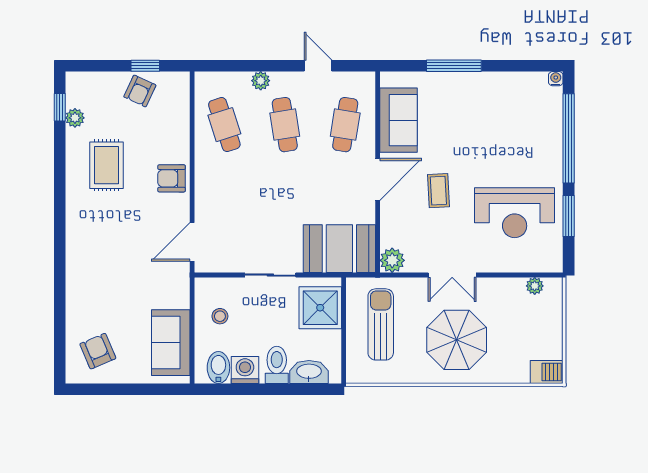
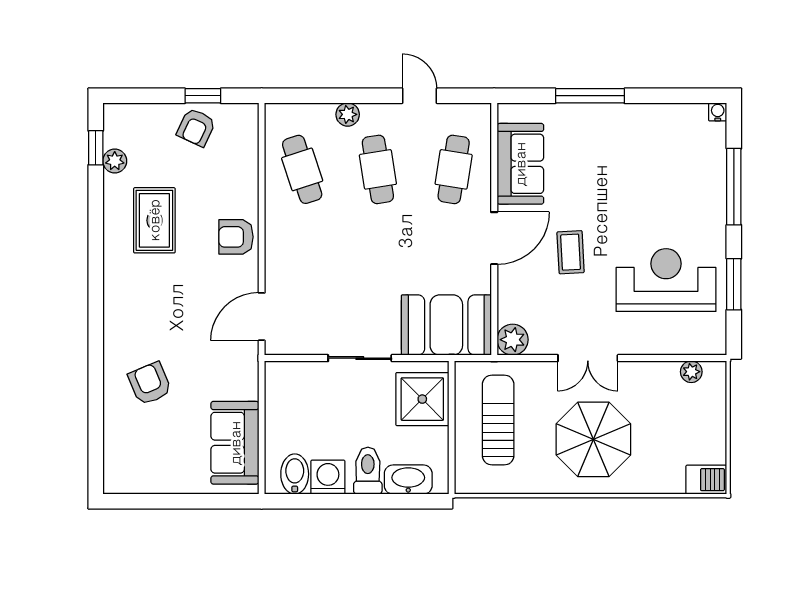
window: (569, 138) -> (734, 187), width x0.68
reception desk: (515, 213) -> (666, 280), turned 180
stool: (220, 316) -> (297, 410), removed
armchair: (98, 351) -> (150, 383), moved

